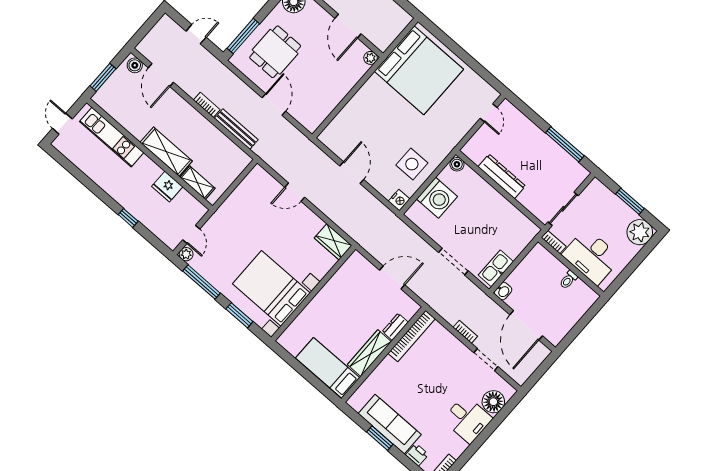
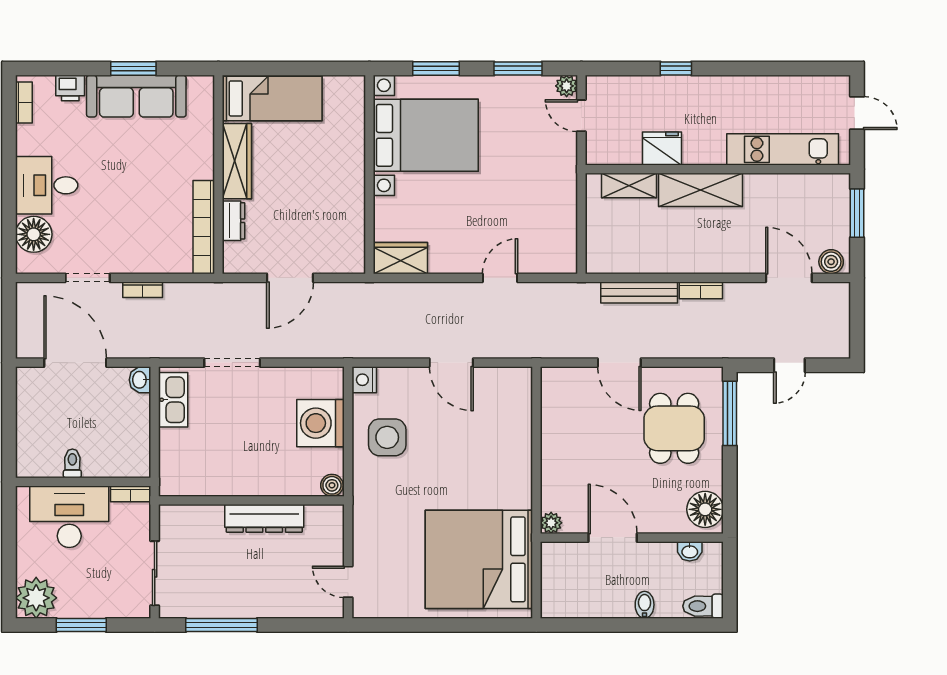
sliding door: (563, 209) -> (155, 573), moved
window: (201, 282) -> (518, 68), width x0.69

